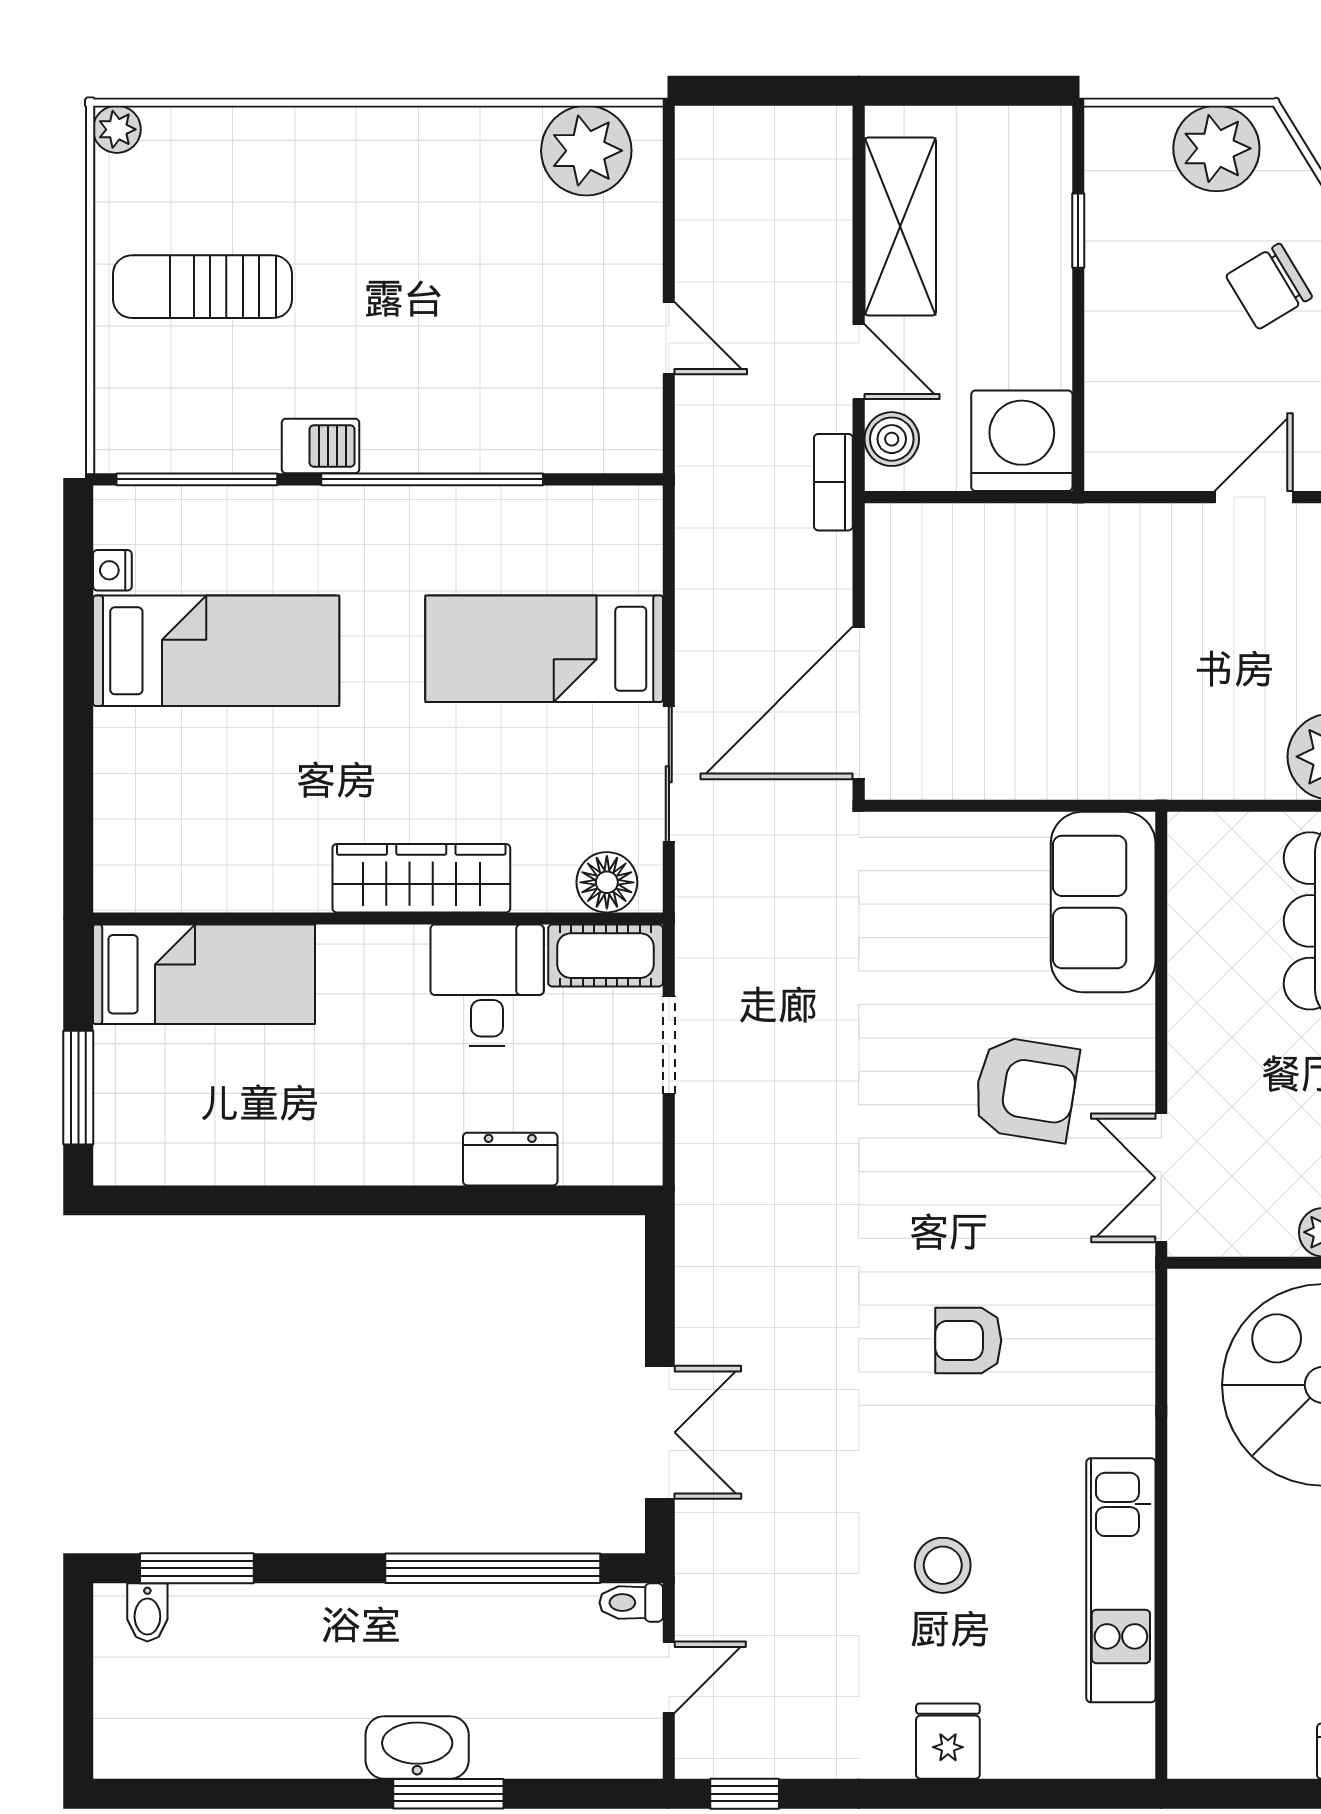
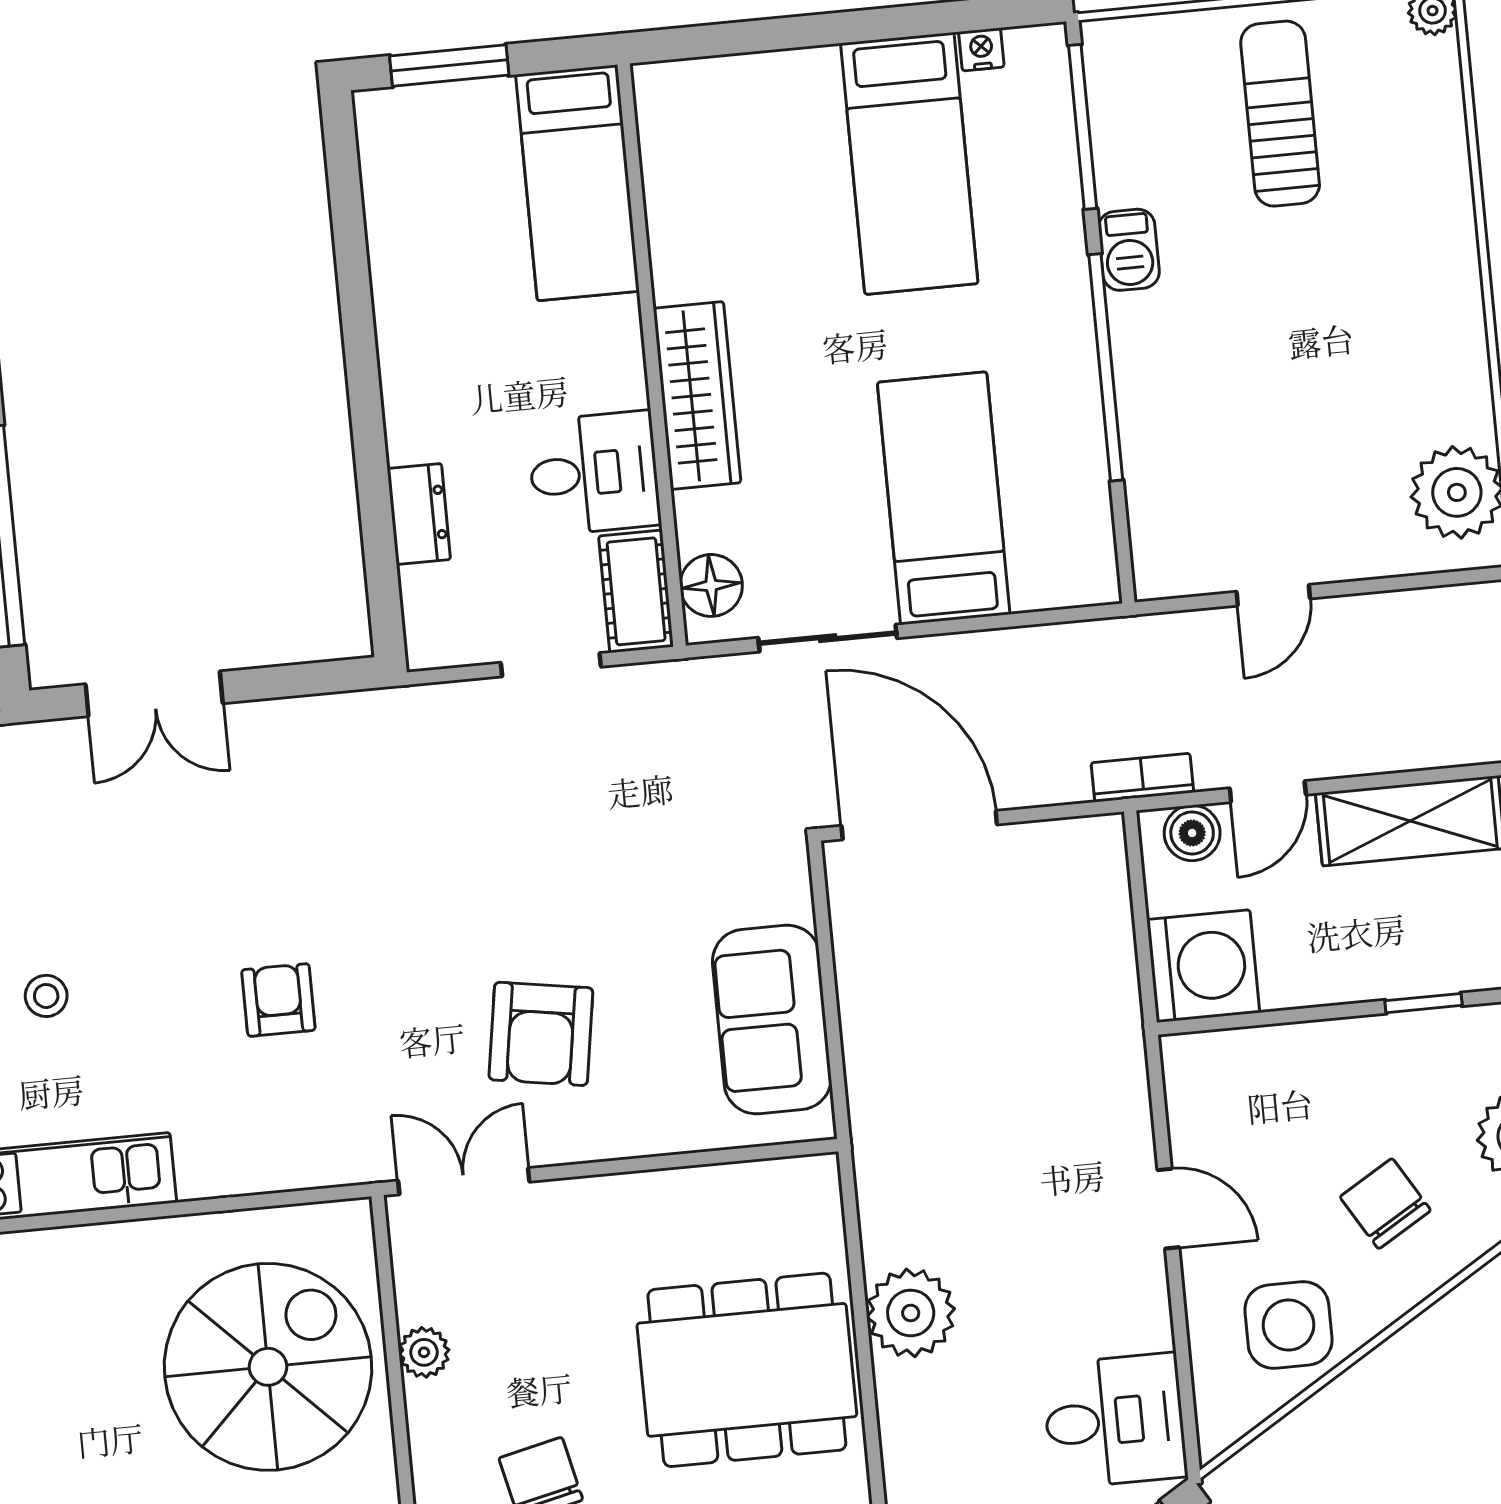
sofa: (1103, 902) -> (772, 1020), moved, turned -90
stool: (943, 1565) -> (46, 996), width x0.73, depth x0.73

